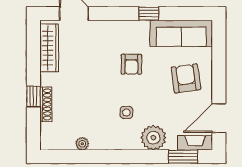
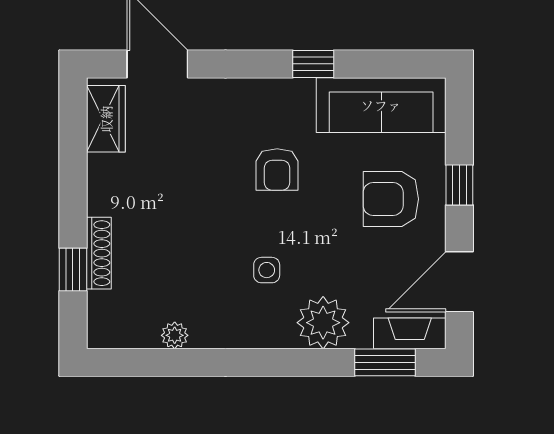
wardrobe: (49, 48) -> (106, 119), width x0.67
window: (219, 72) -> (459, 185), added
armchair: (186, 78) -> (391, 199), turned -82
window: (33, 96) -> (73, 270), moved

